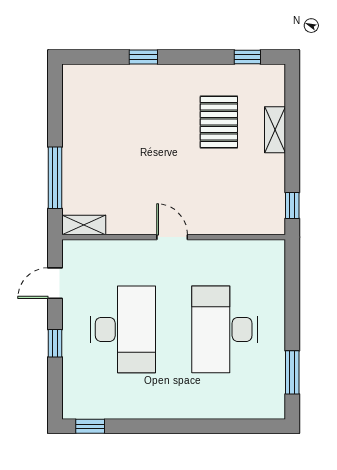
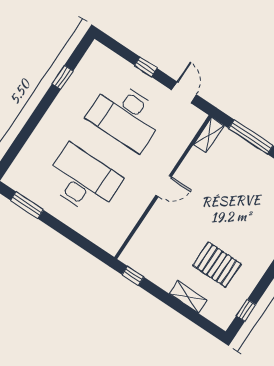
window: (90, 426) -> (63, 77), moved

